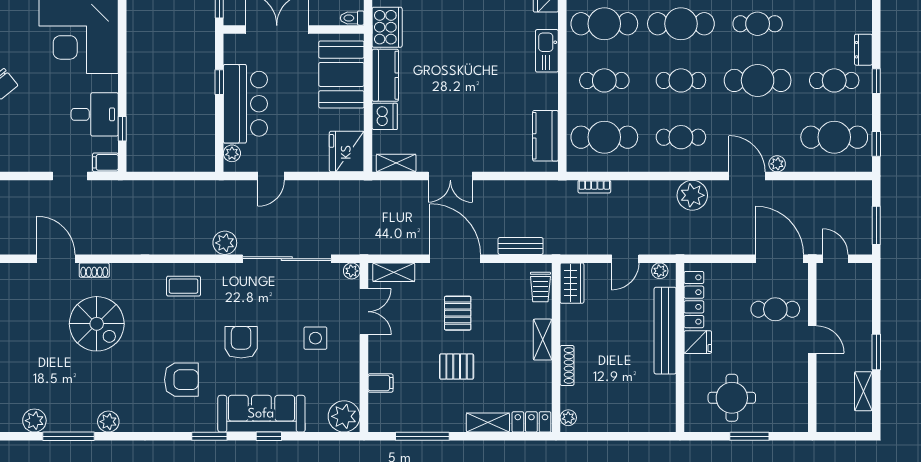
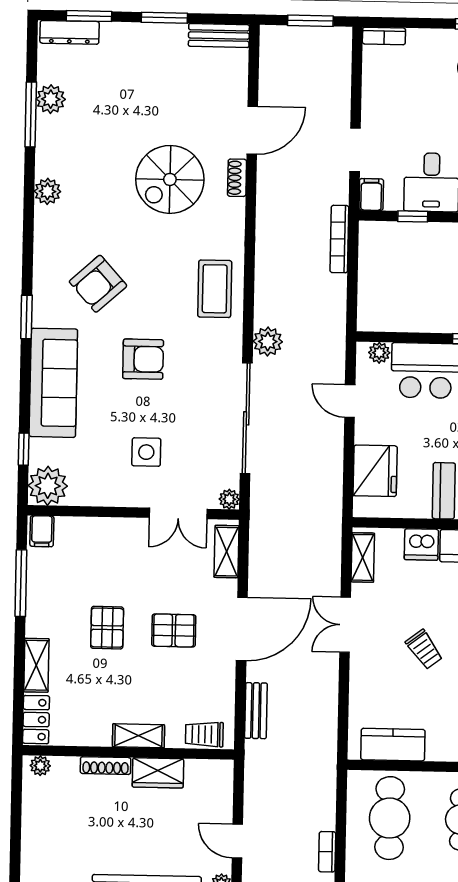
trolley: (469, 112) -> (424, 649), added
fridge: (347, 152) -> (375, 471), moved, turned 90
bookcase: (142, 187) -> (339, 239), added
bookcase: (594, 187) -> (327, 852), moved
wardrobe: (572, 283) -> (158, 773), moved
coffee table: (184, 286) -> (215, 289), width x1.36, depth x1.30
armchair: (181, 380) -> (98, 284), turned 48
filing cabinet: (380, 383) -> (42, 531), moved
window: (69, 436) -> (31, 114), moved
window: (269, 436) -> (24, 449), moved

